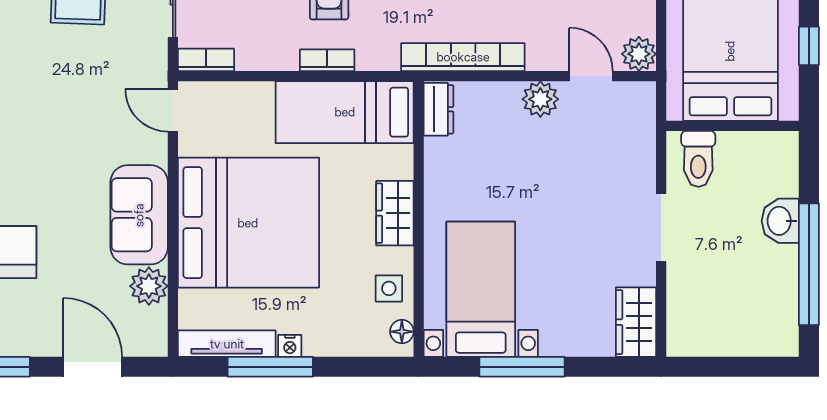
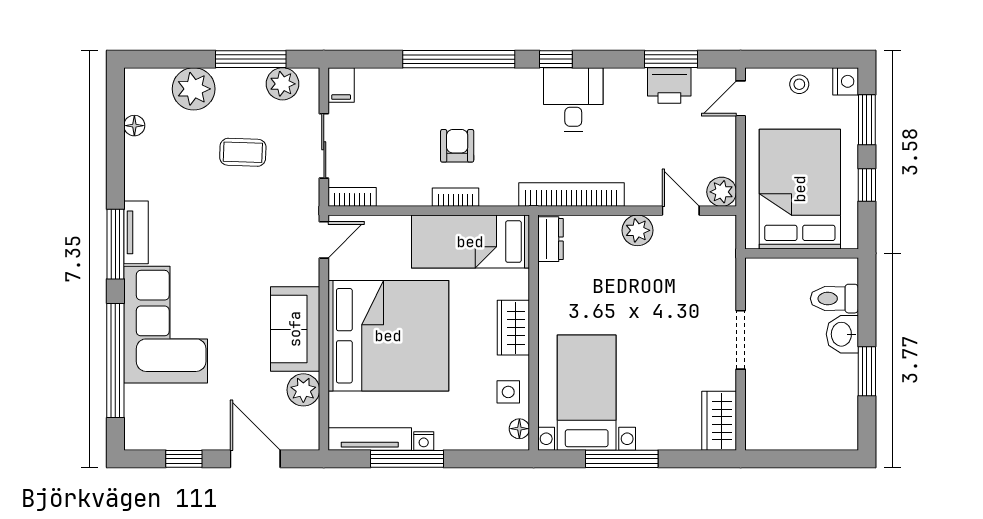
door: (173, 110) -> (324, 240), swing flipped
toilet: (698, 159) -> (834, 299), moved, turned 90
window: (809, 264) -> (867, 371), width x0.47

